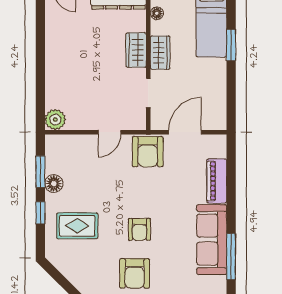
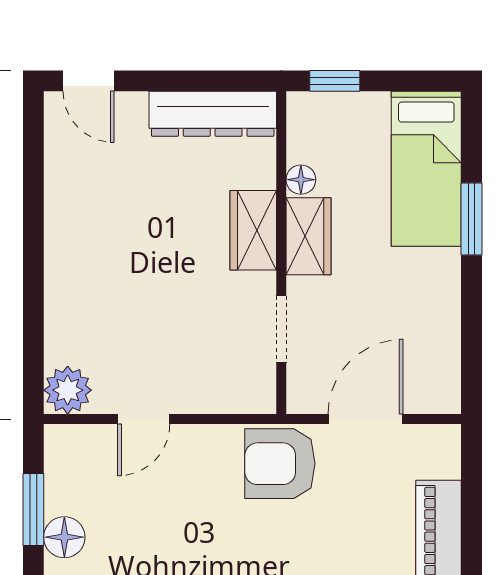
floor lamp: (157, 13) -> (301, 180), moved
door: (110, 132) -> (144, 419), moved
armchair: (148, 152) -> (280, 464), turned 90

